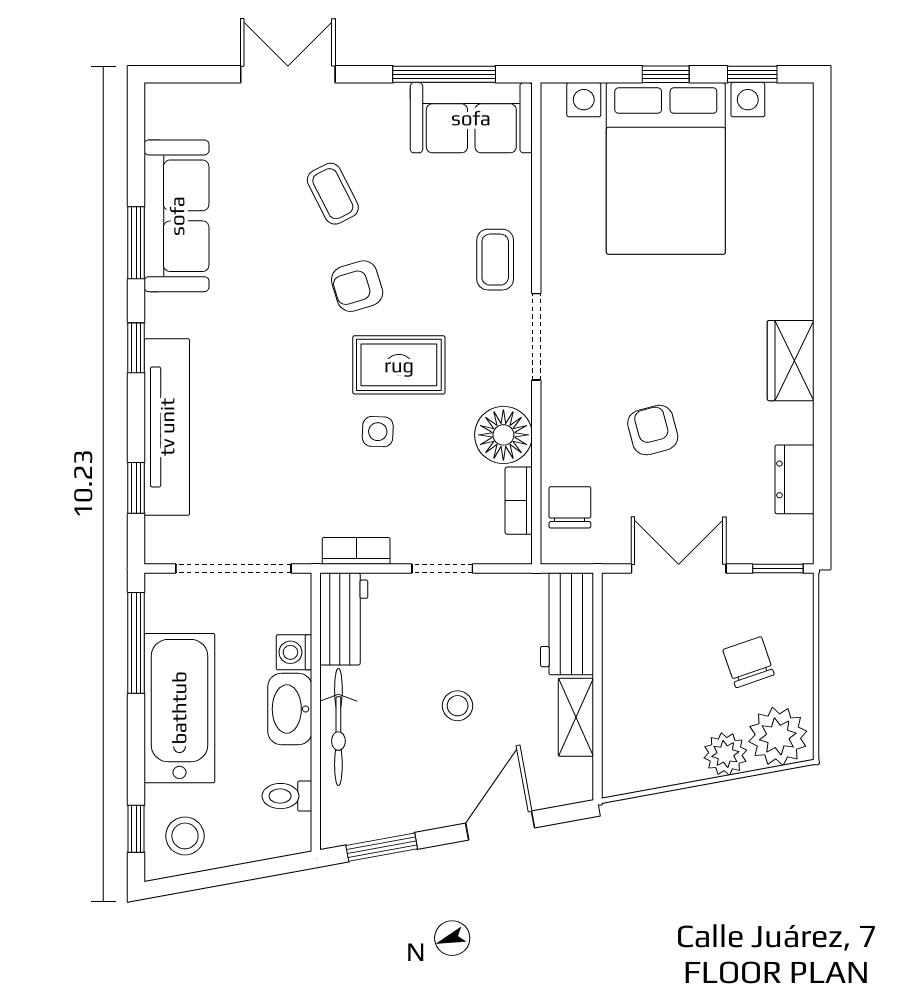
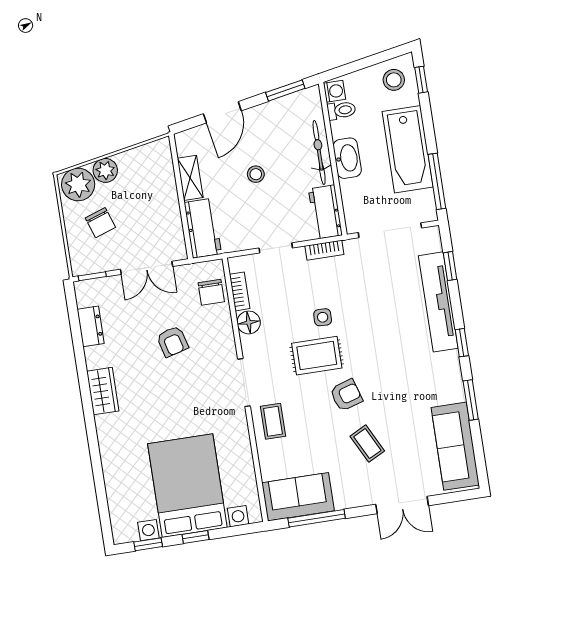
sofa: (177, 216) -> (455, 446), moved
floor lamp: (503, 435) -> (249, 322), width x0.73, depth x0.73
washing machine: (294, 652) -> (335, 91), moved

